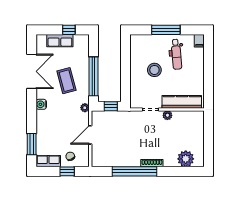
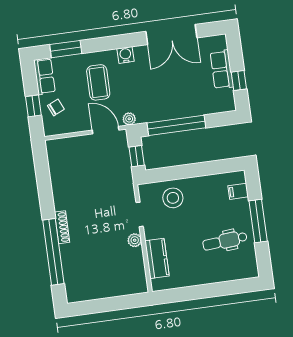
filing cabinet: (199, 41) -> (238, 191), moved
stool: (154, 70) -> (173, 198), moved
coffee table: (66, 81) -> (98, 82), moved, turned -75
kitchen counter: (182, 102) -> (157, 258), width x0.67
door: (90, 135) -> (106, 130), moved
plant: (186, 159) -> (75, 275), removed
window: (134, 171) -> (53, 252), moved

